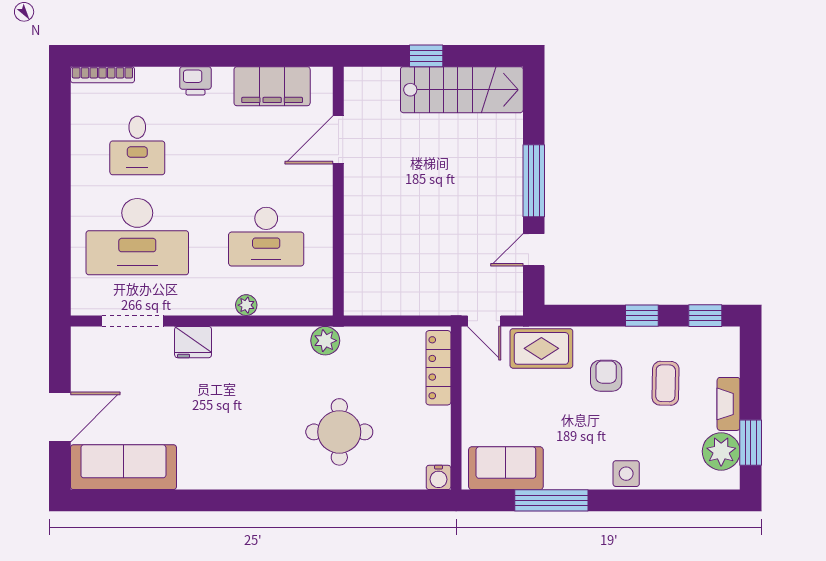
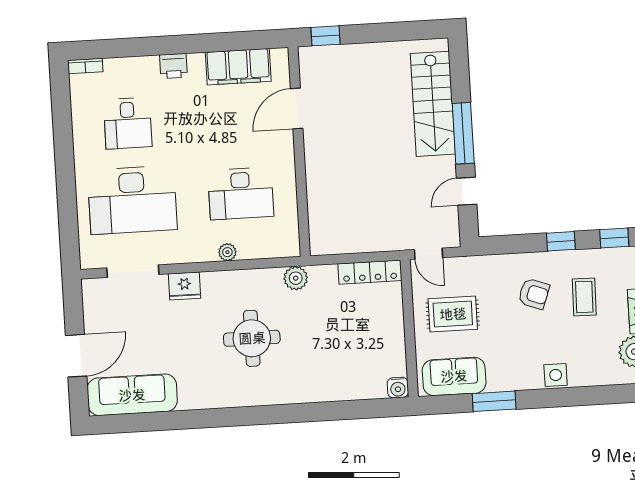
window: (426, 56) -> (326, 36), moved
bookcase: (102, 75) -> (85, 66), width x0.64
stairs: (462, 90) -> (433, 104), moved, turned 90
rug: (541, 348) -> (453, 314), moved
locker: (438, 368) -> (370, 272), moved, turned -90
armchair: (606, 376) -> (534, 294), turned 110
round table: (339, 432) -> (252, 338), moved
window: (551, 500) -> (494, 401), width x0.69

